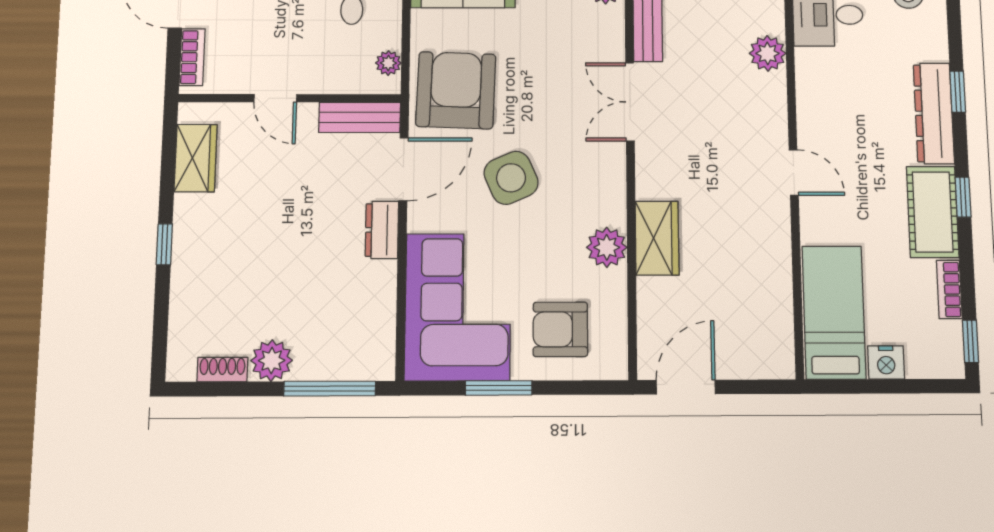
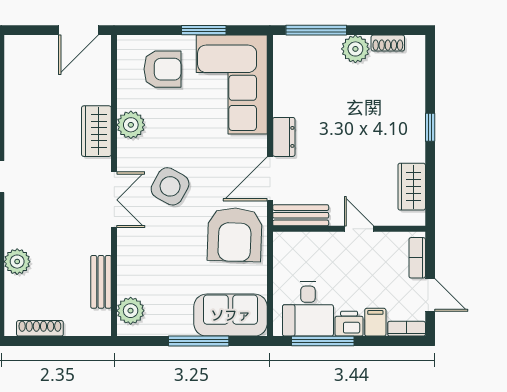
plant: (388, 63) -> (282, 254), removed
double door: (630, 102) -> (114, 200), moved
side table: (511, 178) -> (170, 186), moved, turned -37

